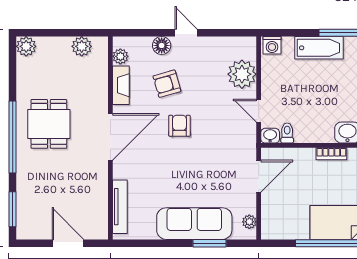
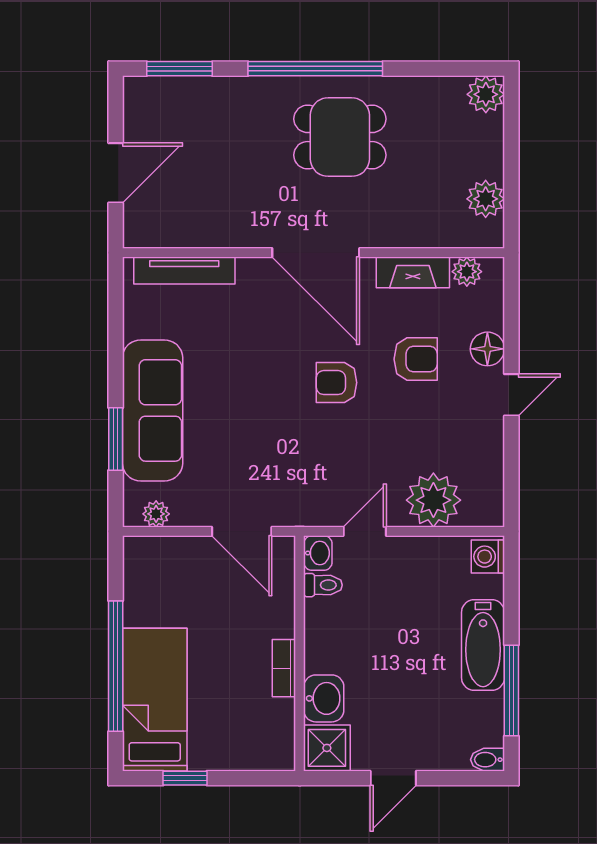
armchair: (167, 84) -> (416, 359), turned 106
armchair: (179, 126) -> (336, 383), turned 180

